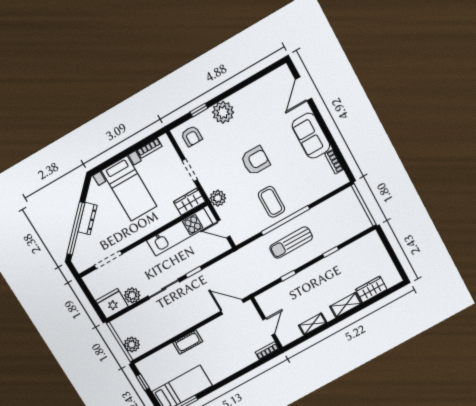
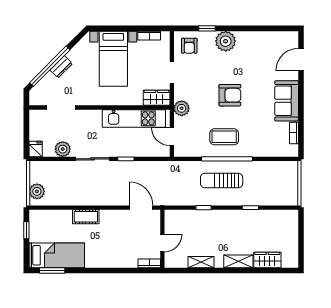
coffee table: (271, 202) -> (224, 137), turned 90
dresser: (88, 219) -> (61, 67), width x0.70
fridge: (112, 304) -> (36, 149), width x0.53, depth x0.75

